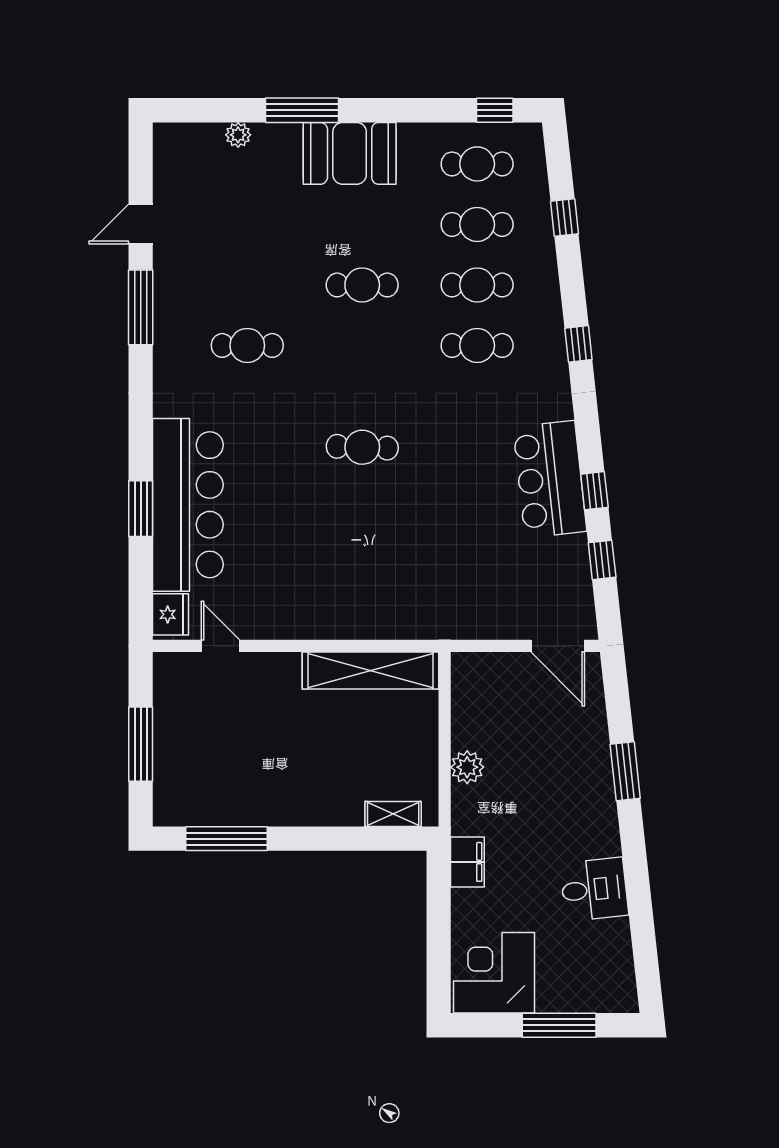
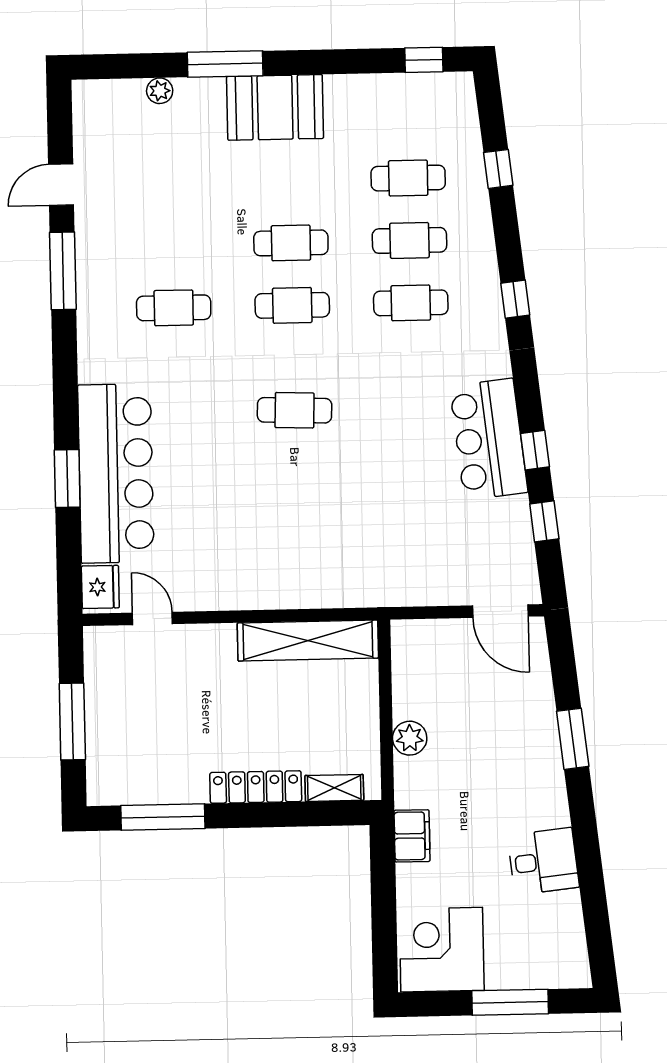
cafe table: (477, 164) -> (292, 305), moved
locker: (317, 811) -> (256, 787), added

